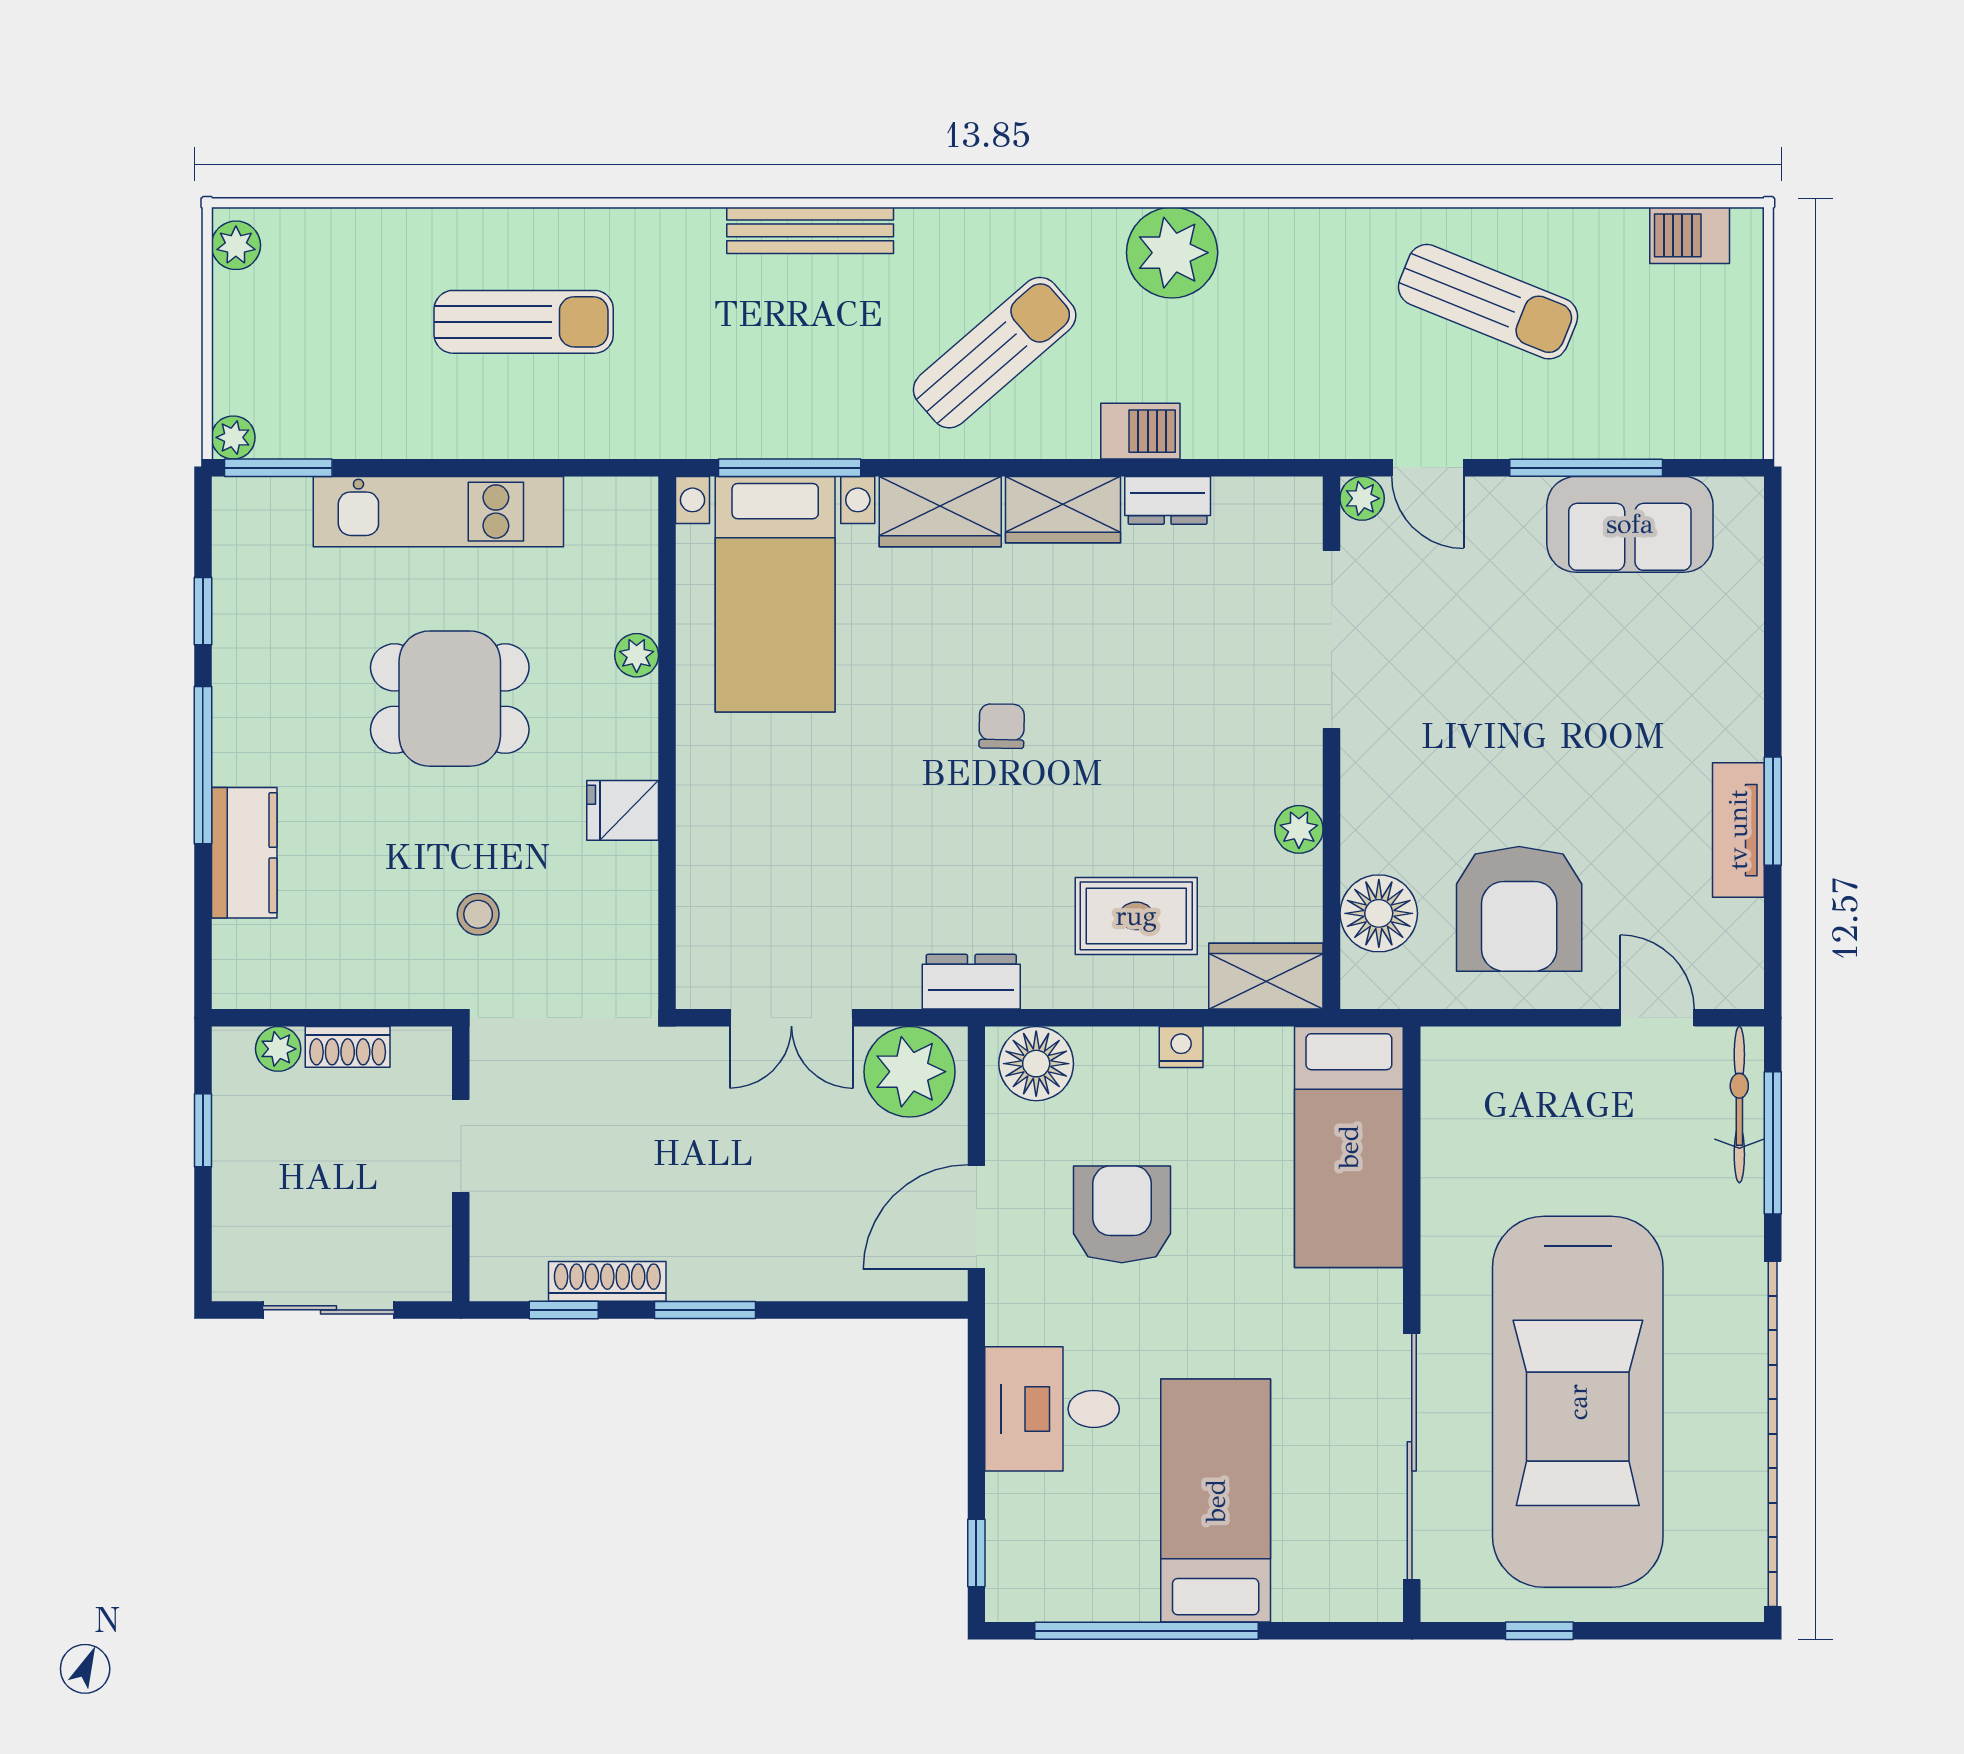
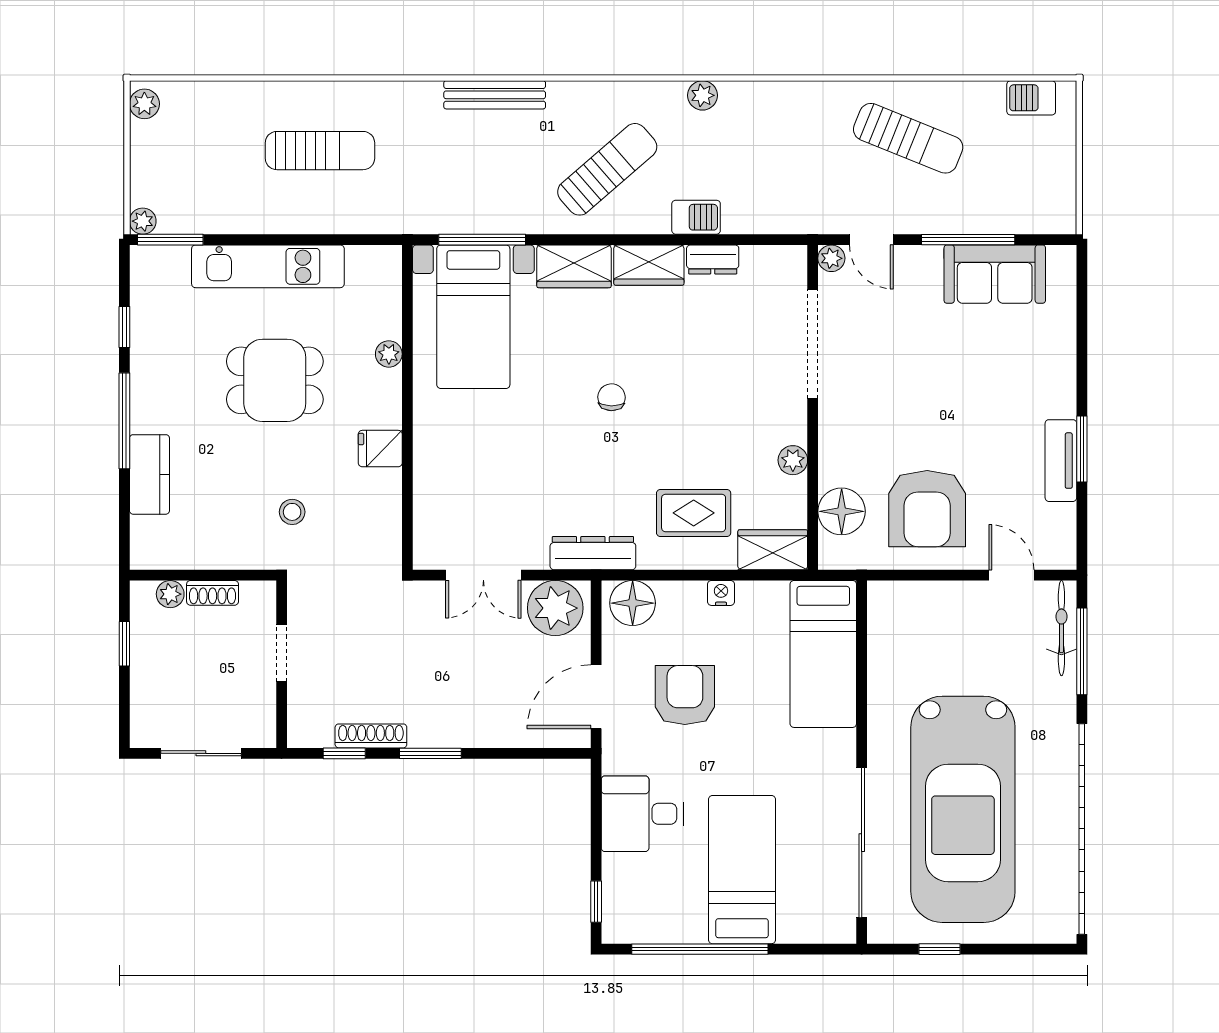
plant: (1172, 253) -> (702, 95), width x0.53, depth x0.53
dresser: (971, 982) -> (593, 553), width x1.44

